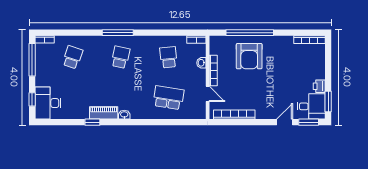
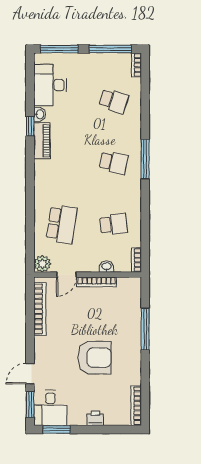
window: (250, 33) -> (145, 329), width x0.68
armchair: (249, 56) -> (94, 358), moved, turned 180
printer: (319, 86) -> (95, 418), moved
window: (32, 99) -> (59, 49), width x2.17
desk: (48, 103) -> (50, 85), moved, turned -90
plant: (199, 113) -> (42, 264), added
washbasin: (124, 115) -> (40, 114), moved
door: (285, 122) -> (30, 374), swing flipped

